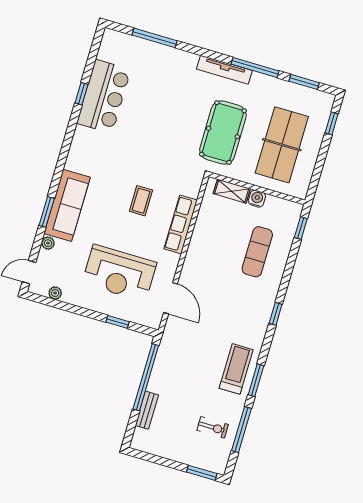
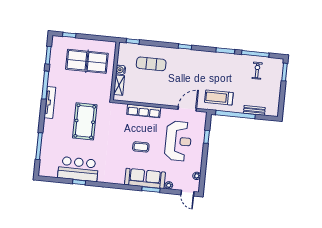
pool table: (223, 132) -> (85, 121), moved, turned 90
coffee table: (141, 201) -> (141, 147), moved
treadmill: (236, 369) -> (219, 97), moved

